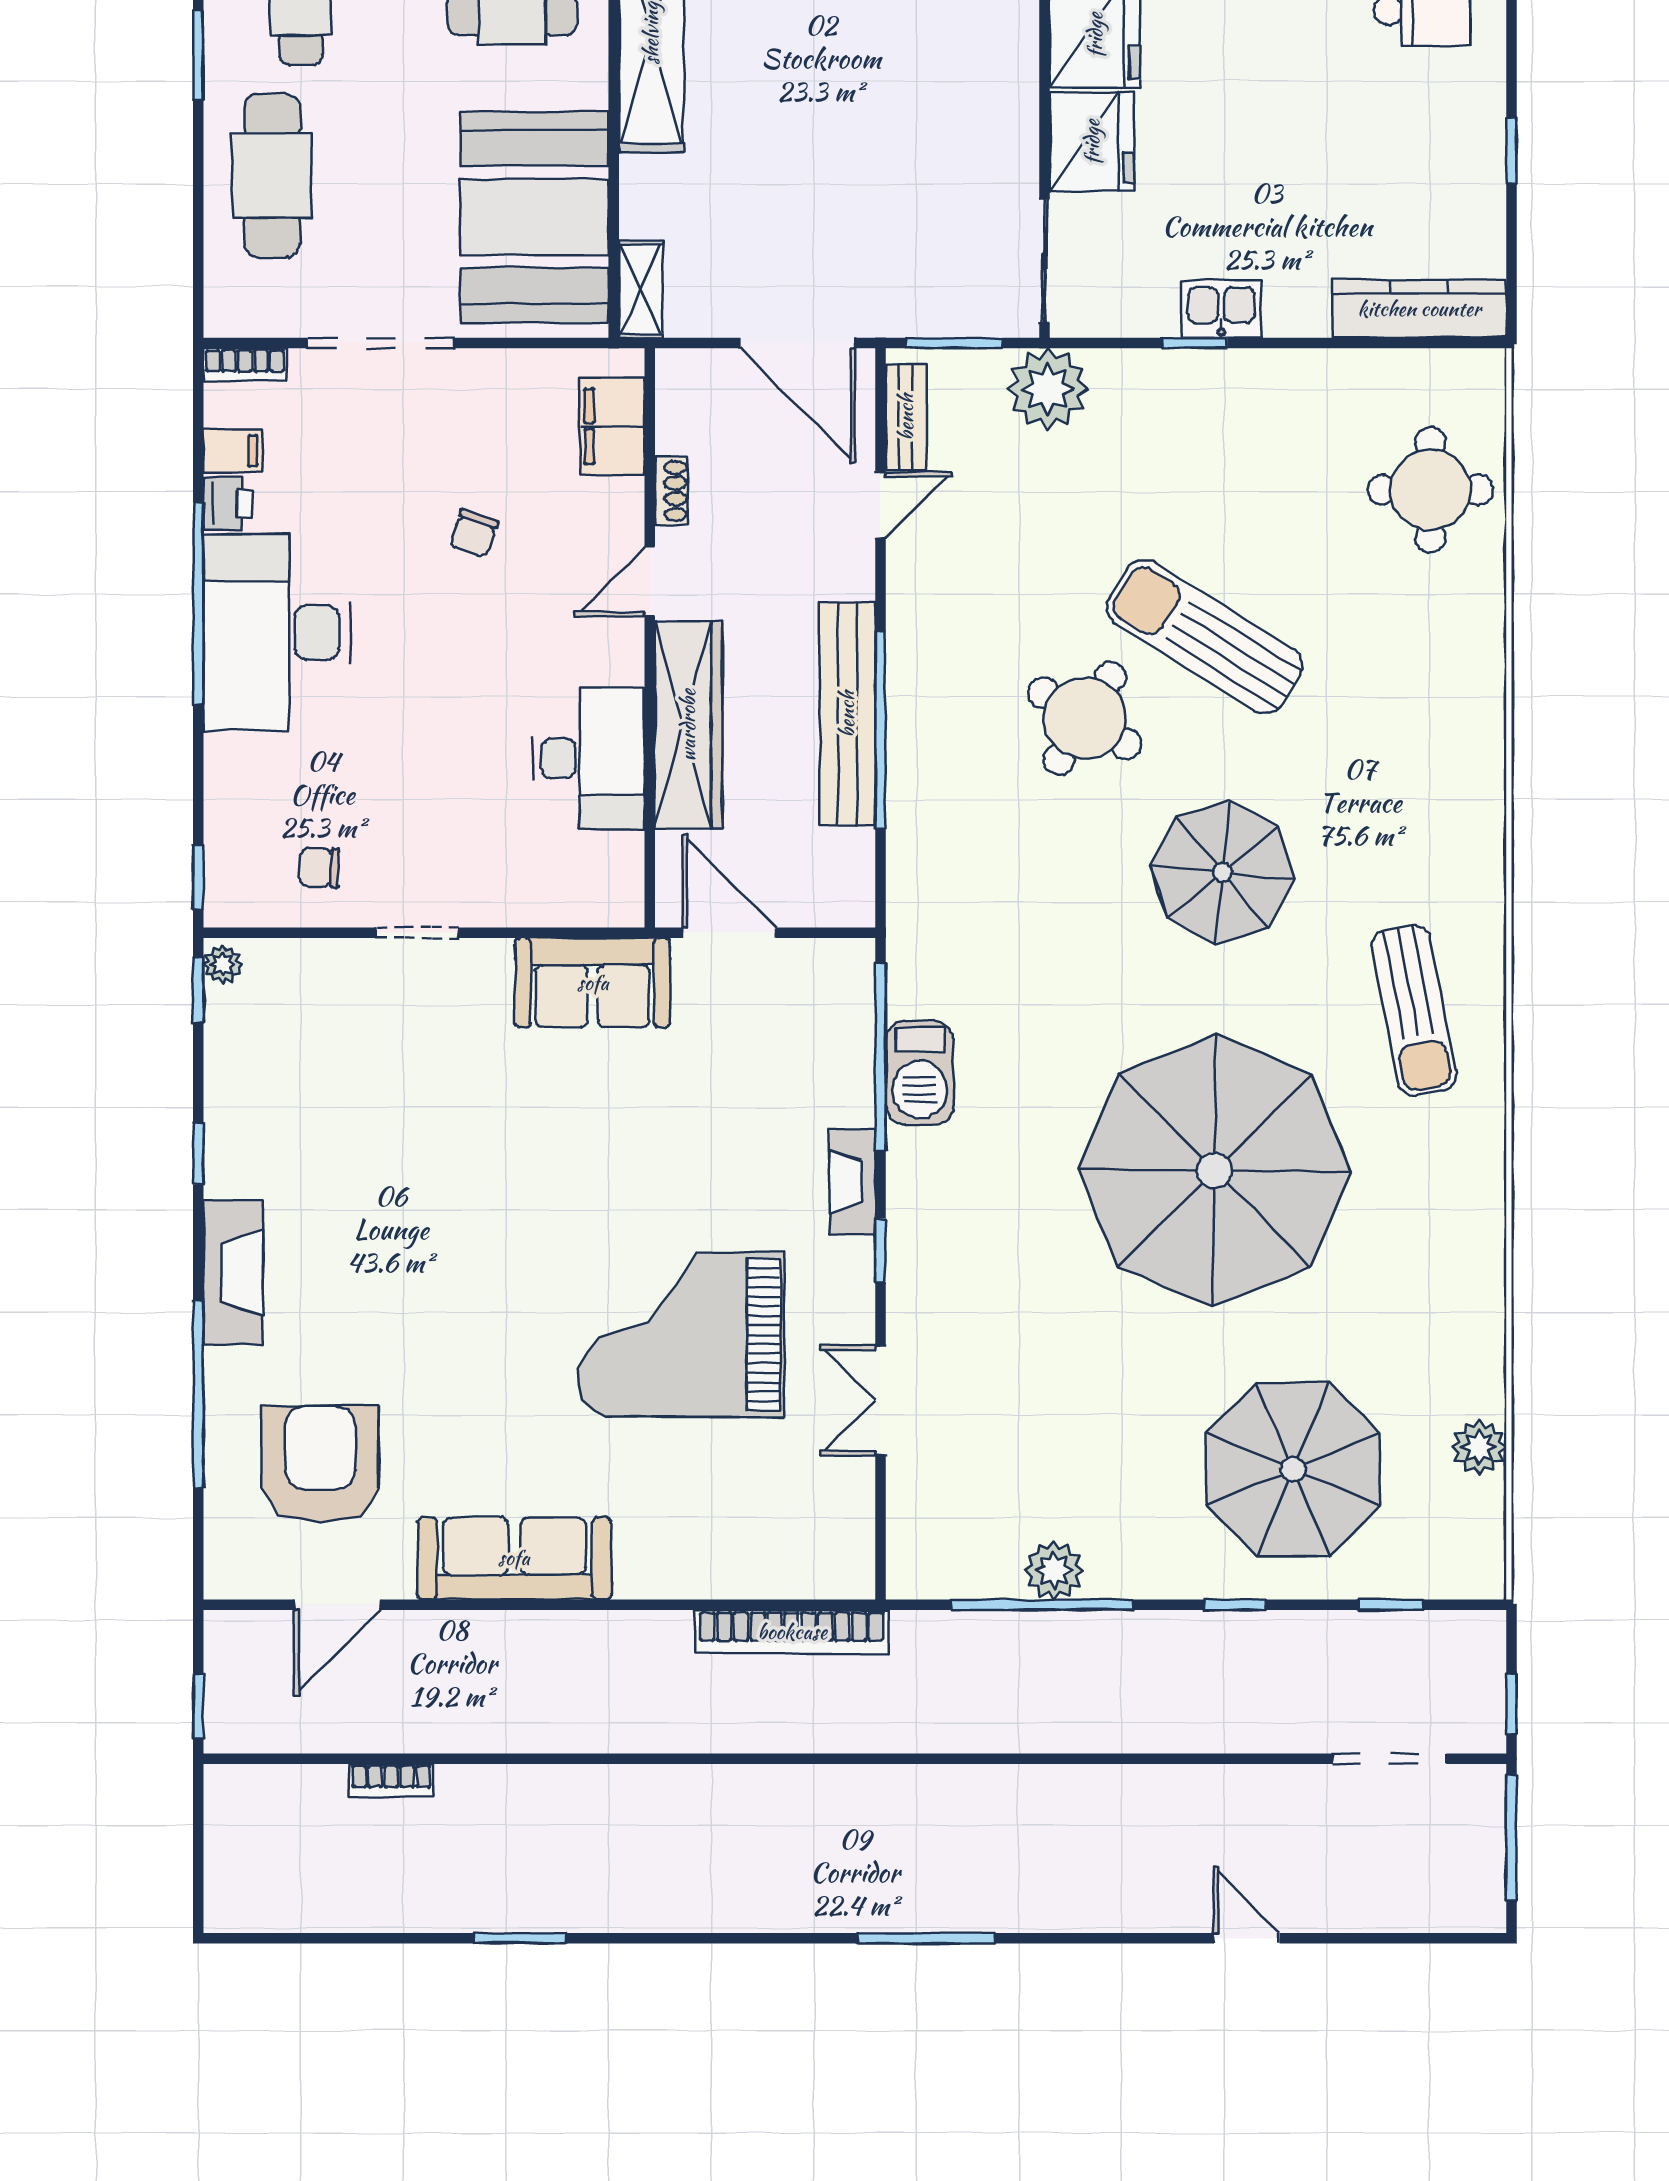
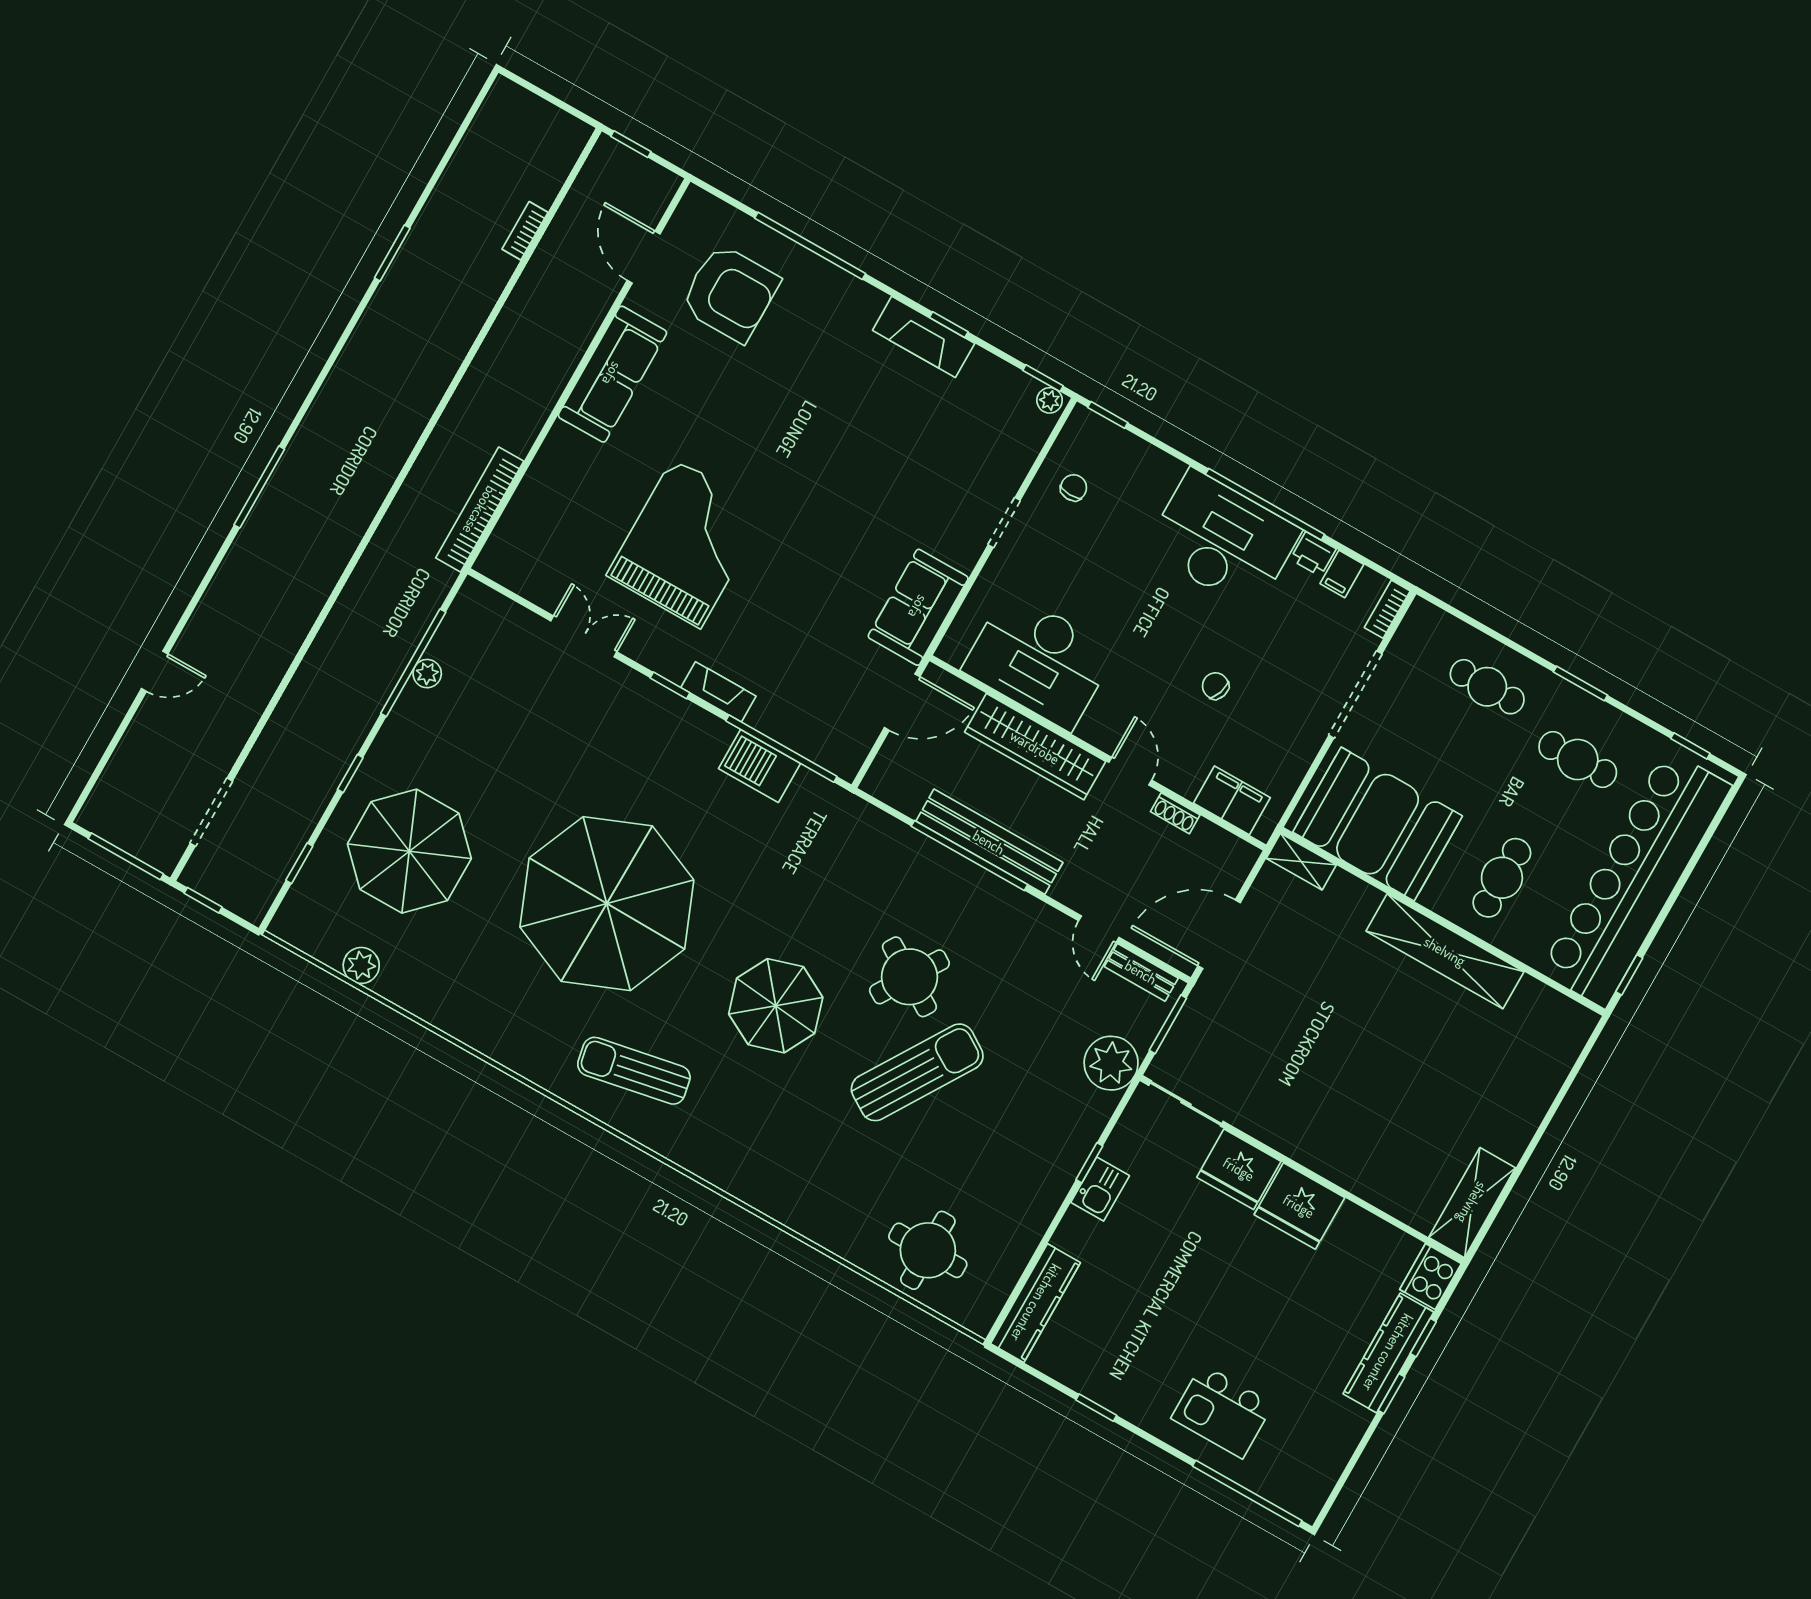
cafe table: (272, 175) -> (1487, 687), width x0.73, depth x0.74
desk: (589, 758) -> (1039, 660), width x1.36, depth x1.30
fireplace: (233, 1272) -> (924, 337), moved
plant: (1054, 1570) -> (427, 674), width x0.73, depth x0.73

